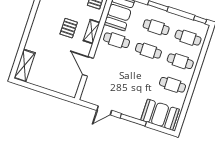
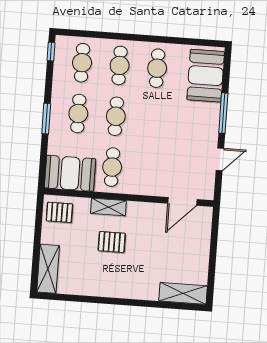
door: (88, 66) -> (182, 201), moved
door: (104, 110) -> (220, 159), hinge flipped

